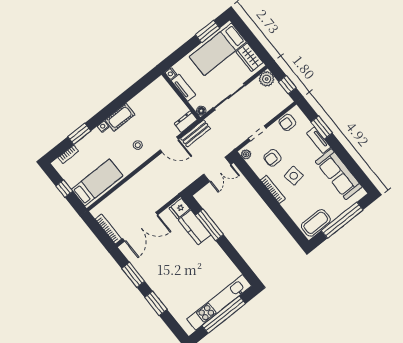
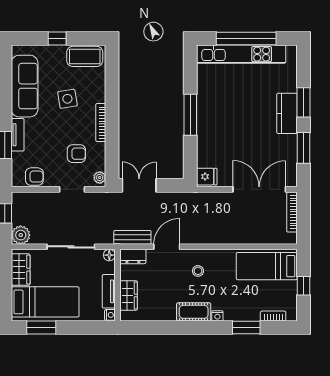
wardrobe: (169, 95) -> (129, 295), added
door: (169, 145) -> (167, 247), hinge flipped
side table: (294, 176) -> (67, 99), moved
window: (342, 220) -> (57, 38), width x0.32
window: (209, 225) -> (190, 115), moved
kitchen counter: (194, 227) -> (287, 113), moved, turned 180

